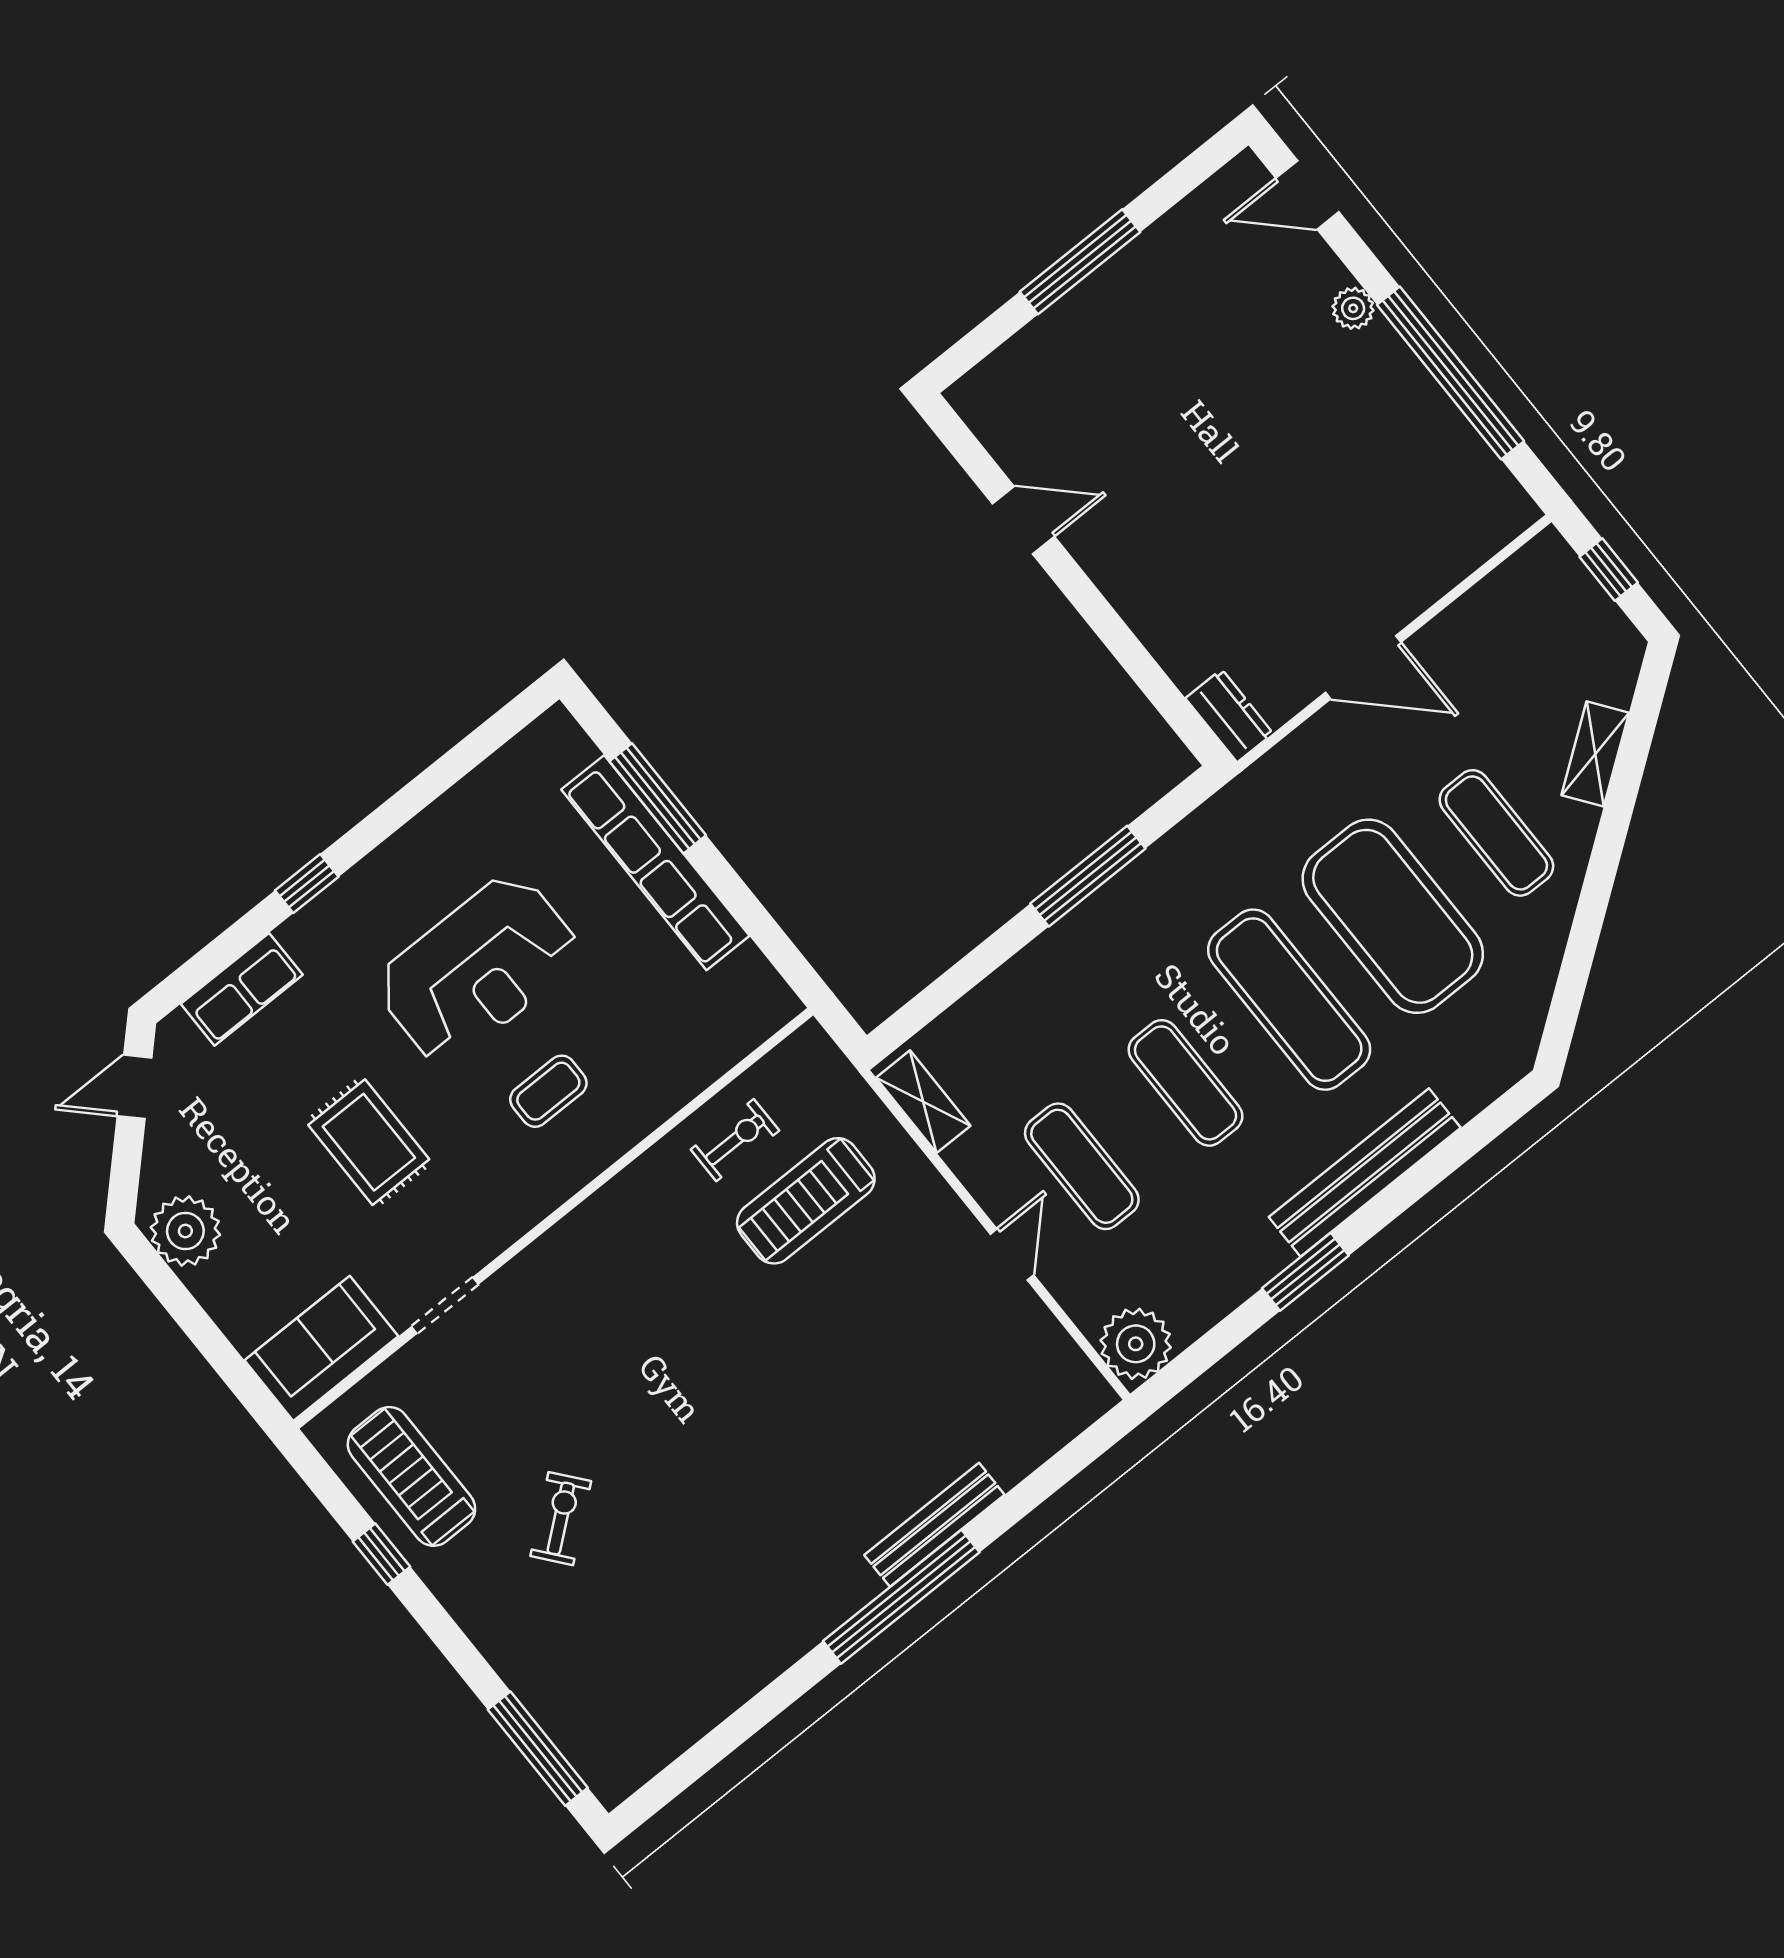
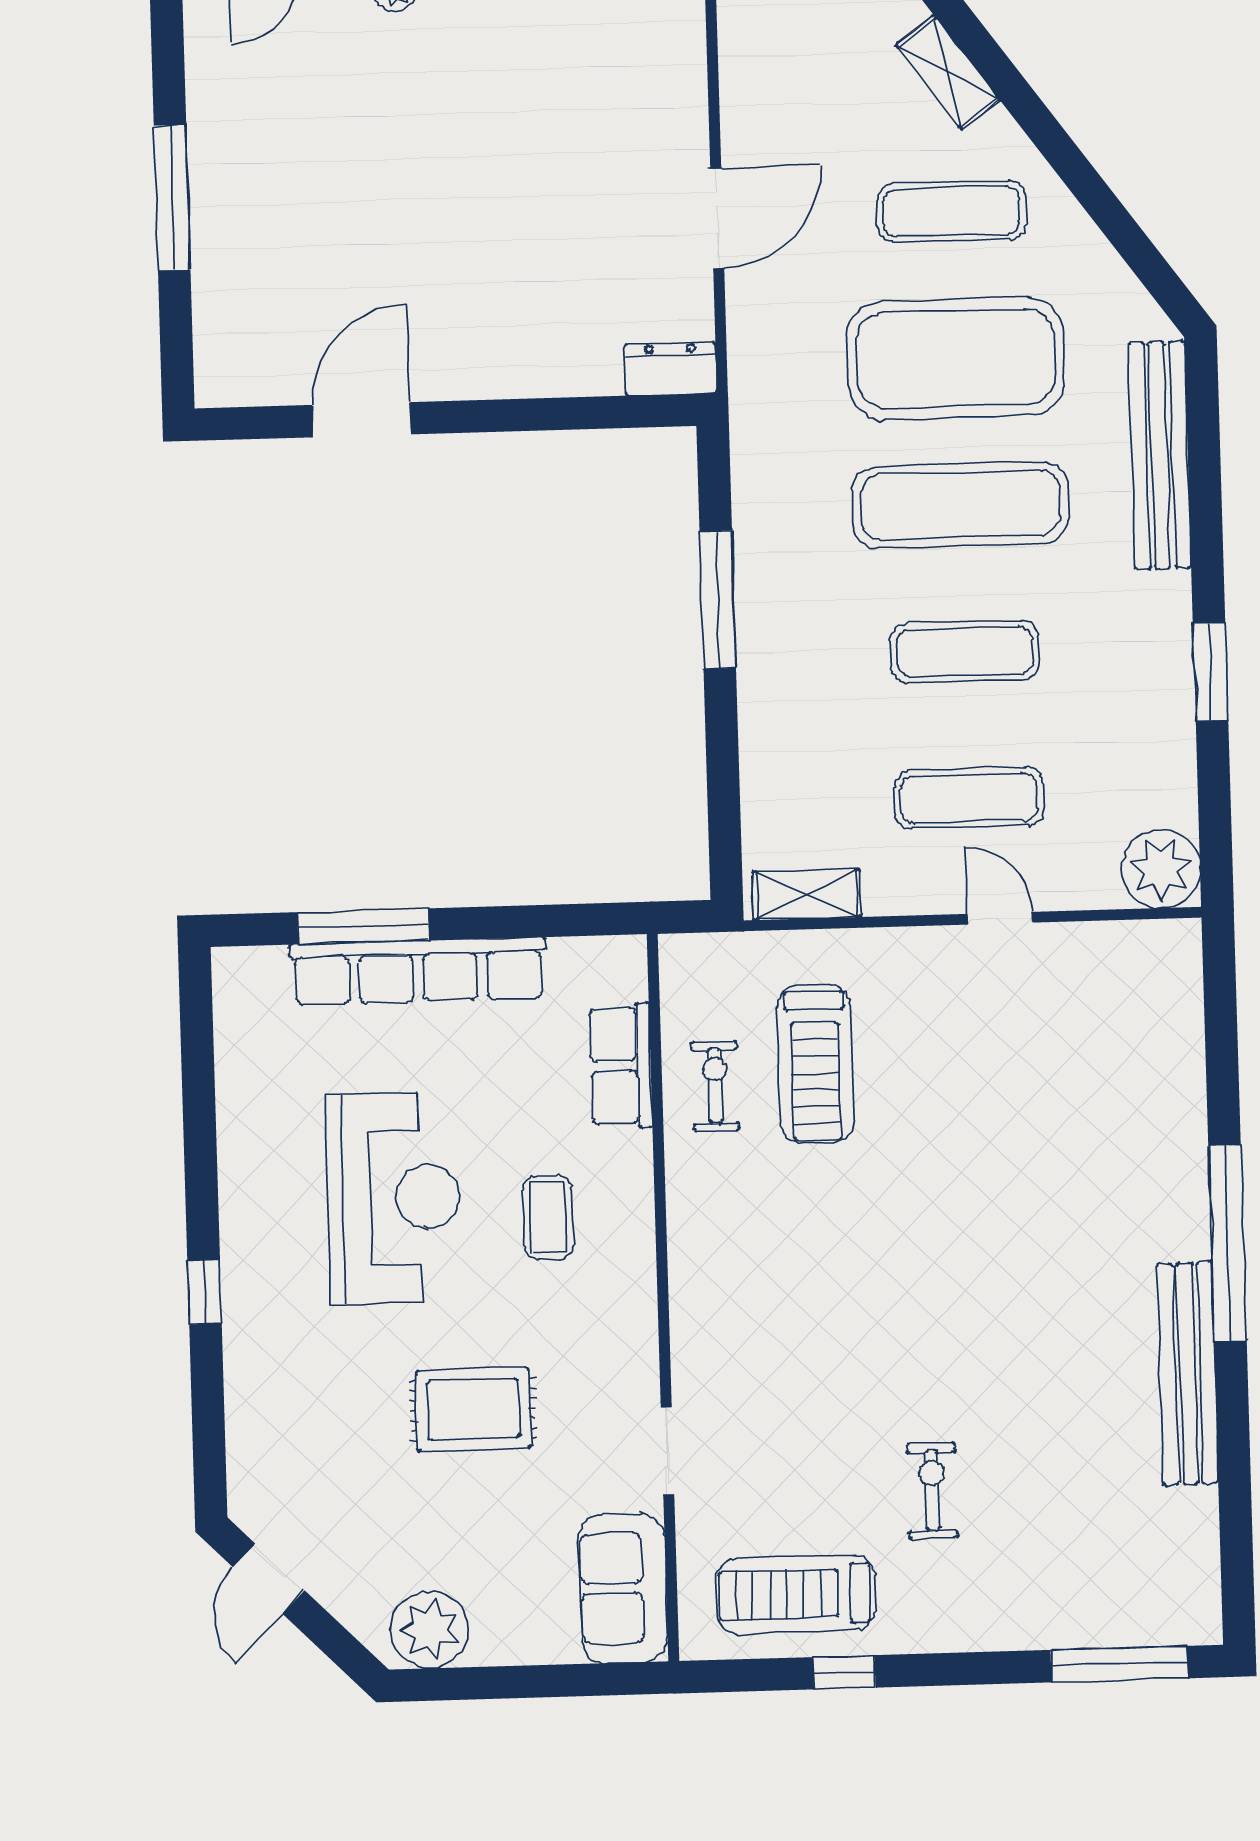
door: (1023, 520) -> (361, 420), width x1.38
row of seats: (242, 989) -> (621, 1066), moved, turned 180
bench: (1365, 1172) -> (1160, 455), moved
exercise bike: (561, 1519) -> (932, 1491), turned 39
bench: (934, 1525) -> (1188, 1373), moved, width x1.37, depth x1.21

